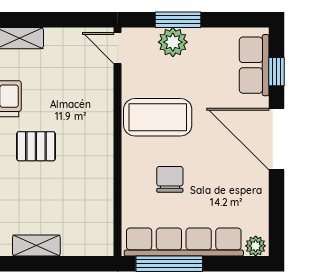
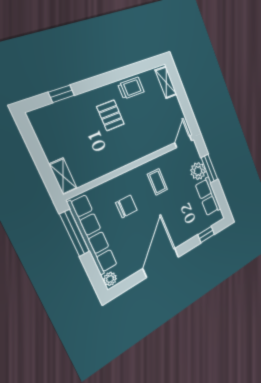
row of seats: (254, 65) -> (208, 197), moved, turned -90
coffee table: (158, 117) -> (157, 182), width x0.54, depth x0.58
door: (276, 139) -> (161, 263), moved
shelving: (36, 245) -> (63, 176), moved

